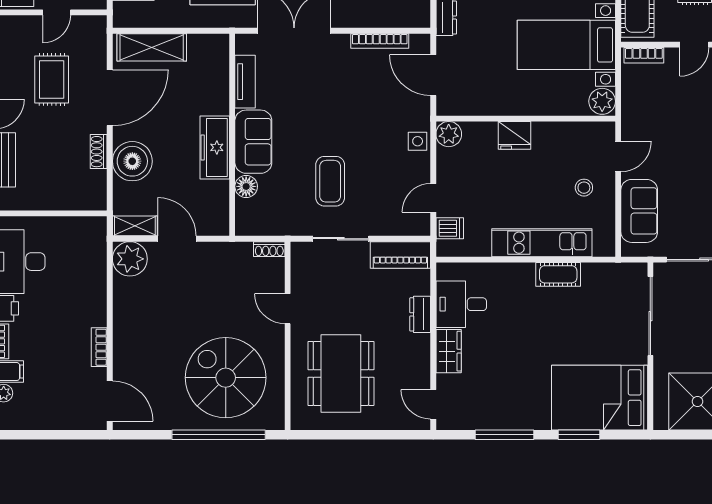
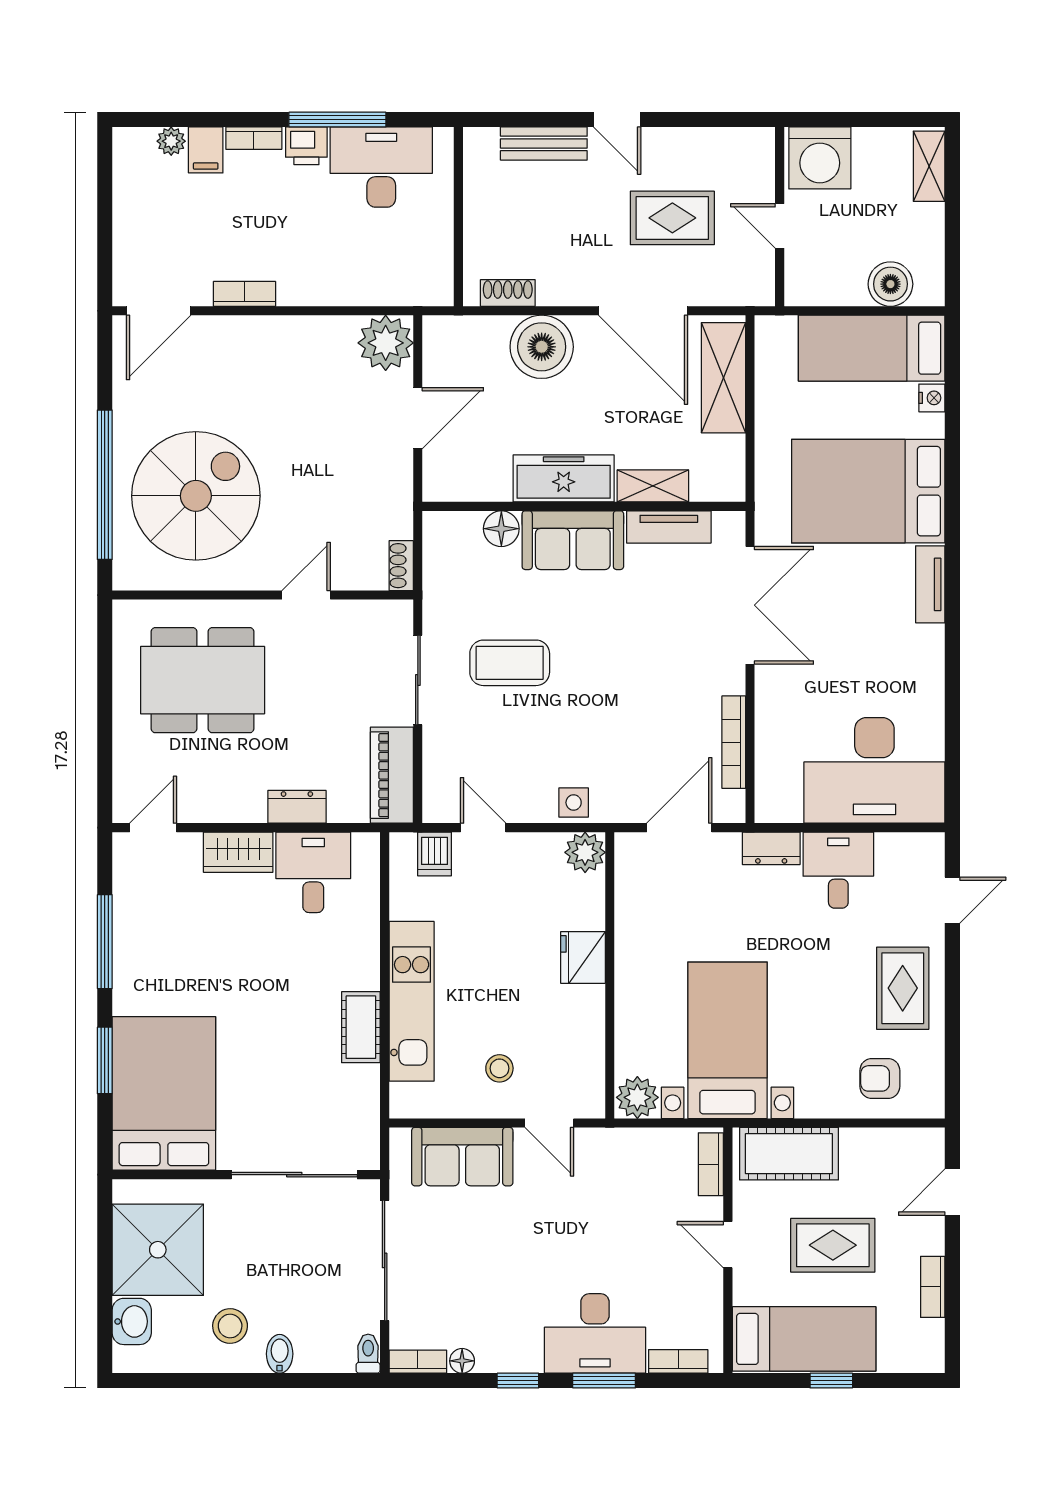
shoe rack: (99, 152) -> (508, 293), moved
shelving: (135, 226) -> (653, 486), moved, turned 90

